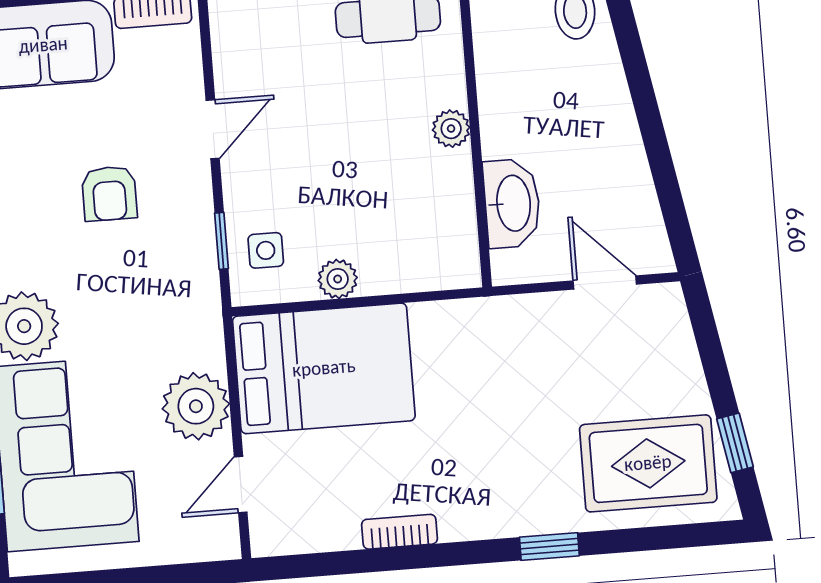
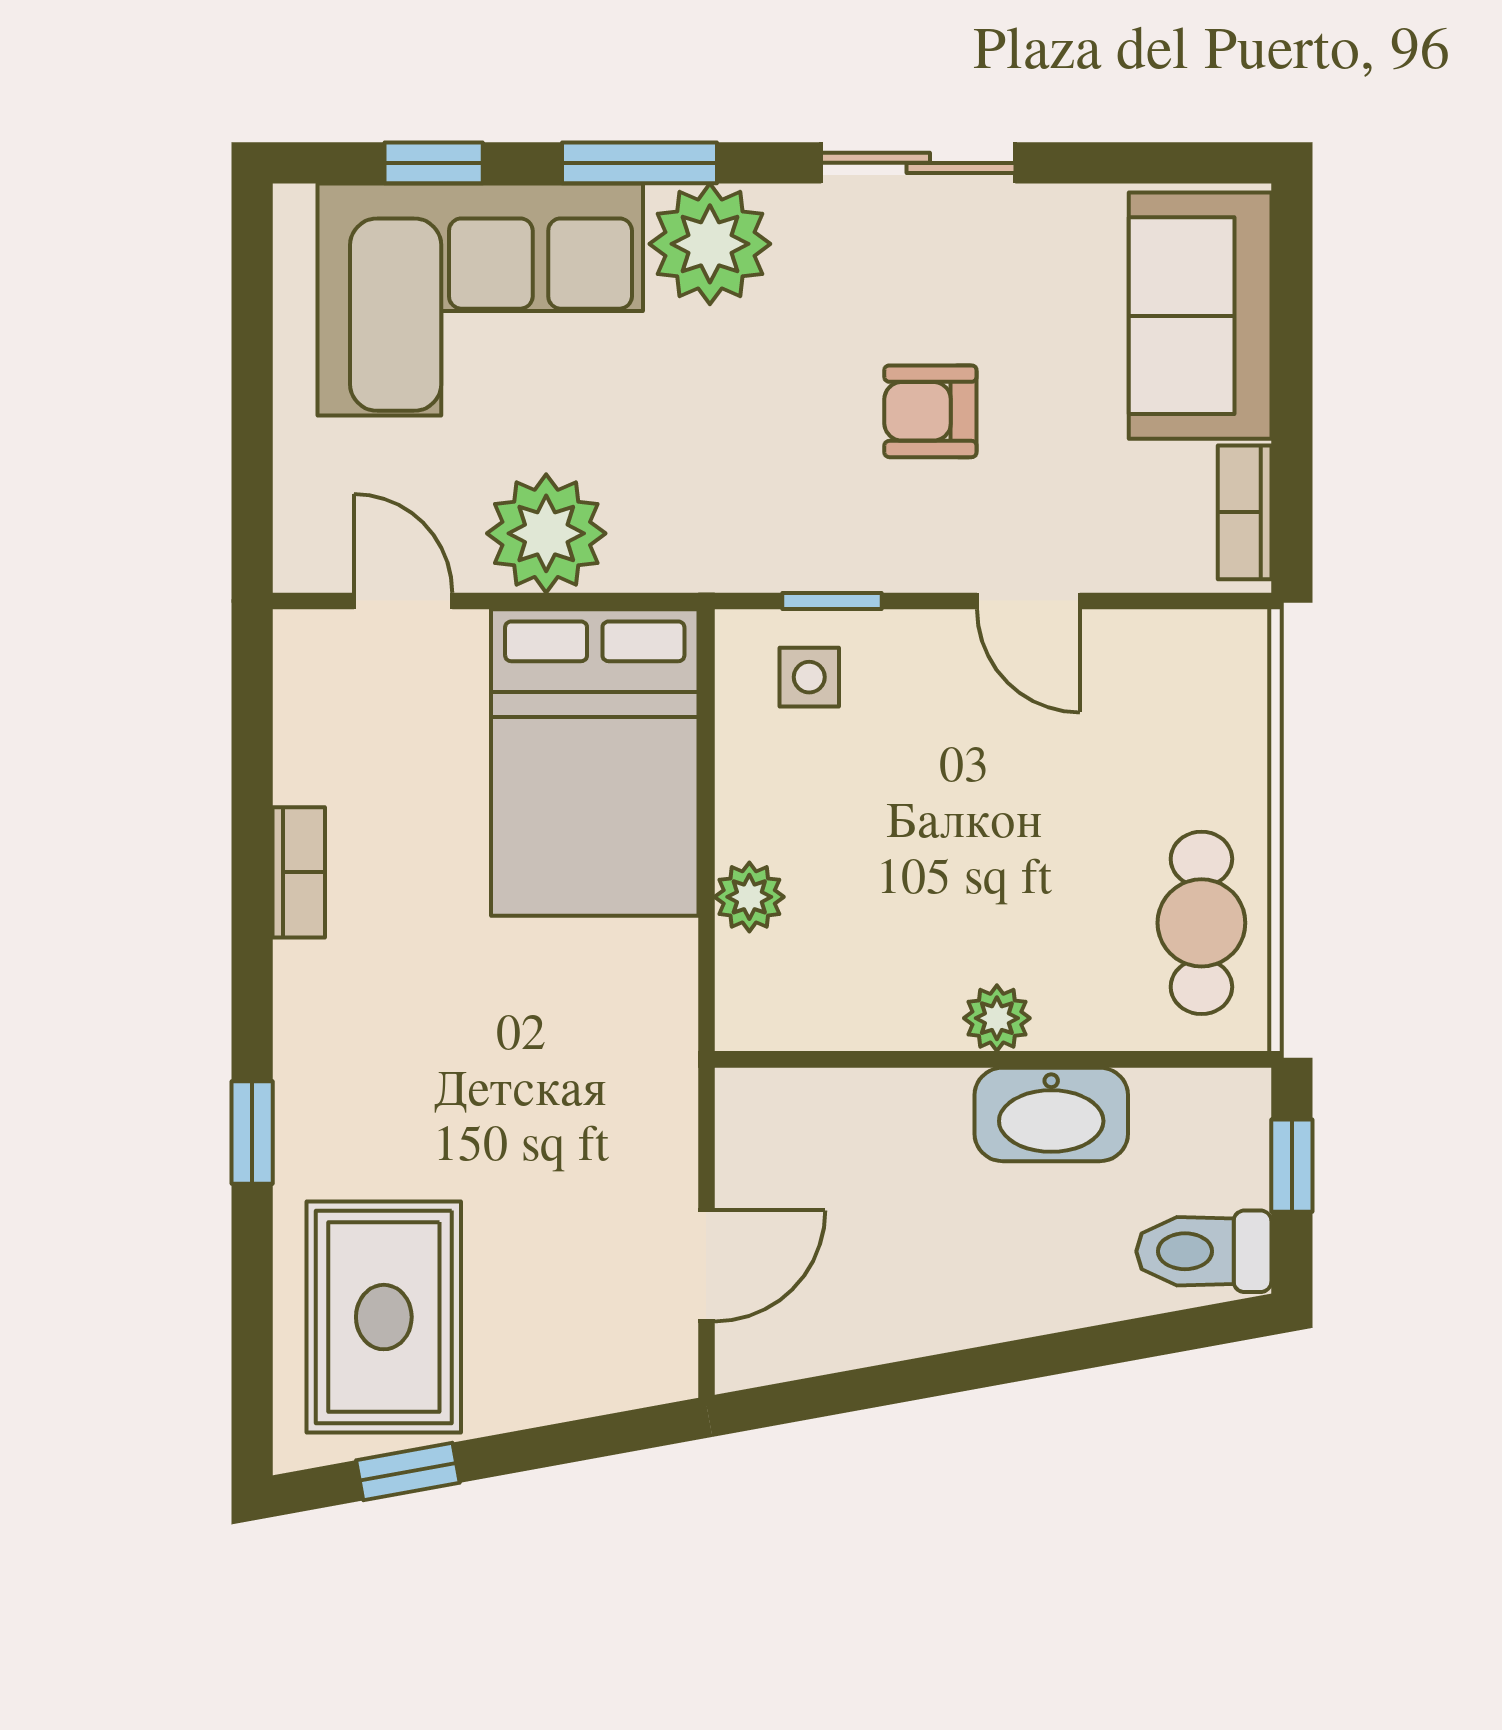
washbasin: (512, 203) -> (1051, 1114), moved
plant: (338, 279) -> (749, 897), moved

